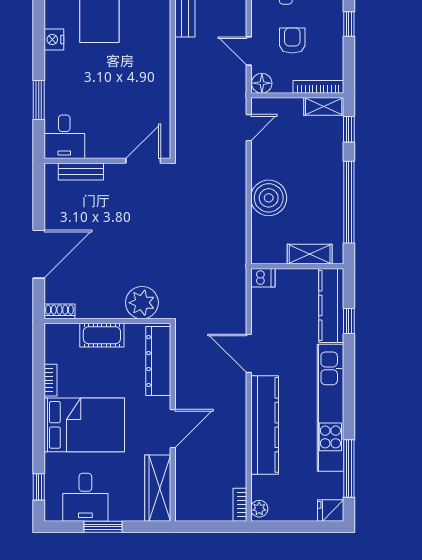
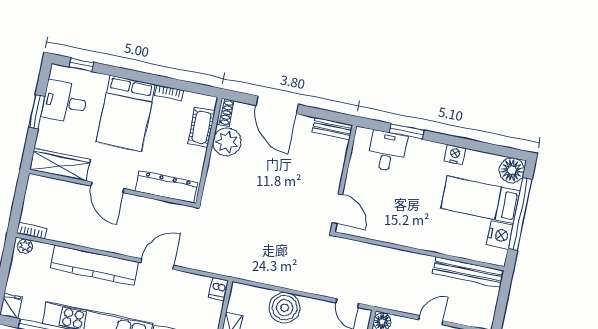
door: (249, 51) -> (431, 320), moved
desk: (64, 137) -> (387, 151), moved, turned 90
bench: (81, 171) -> (332, 128), moved, turned 90
plant: (142, 303) -> (227, 142), moved
cot: (102, 335) -> (201, 127), moved

